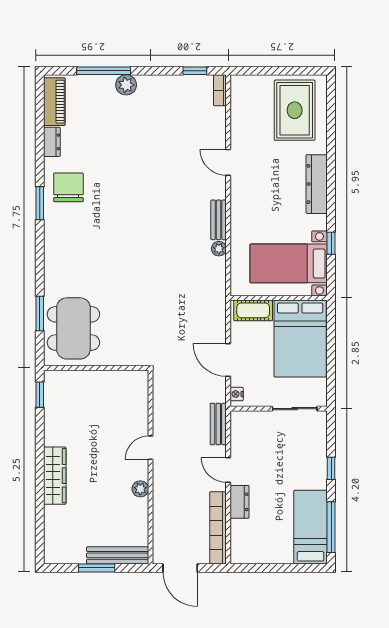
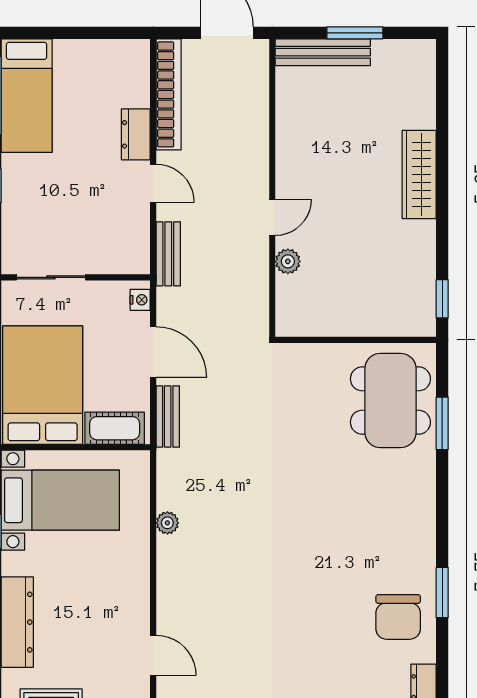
bench: (219, 220) -> (168, 416), moved
plant: (140, 489) -> (288, 261), moved

